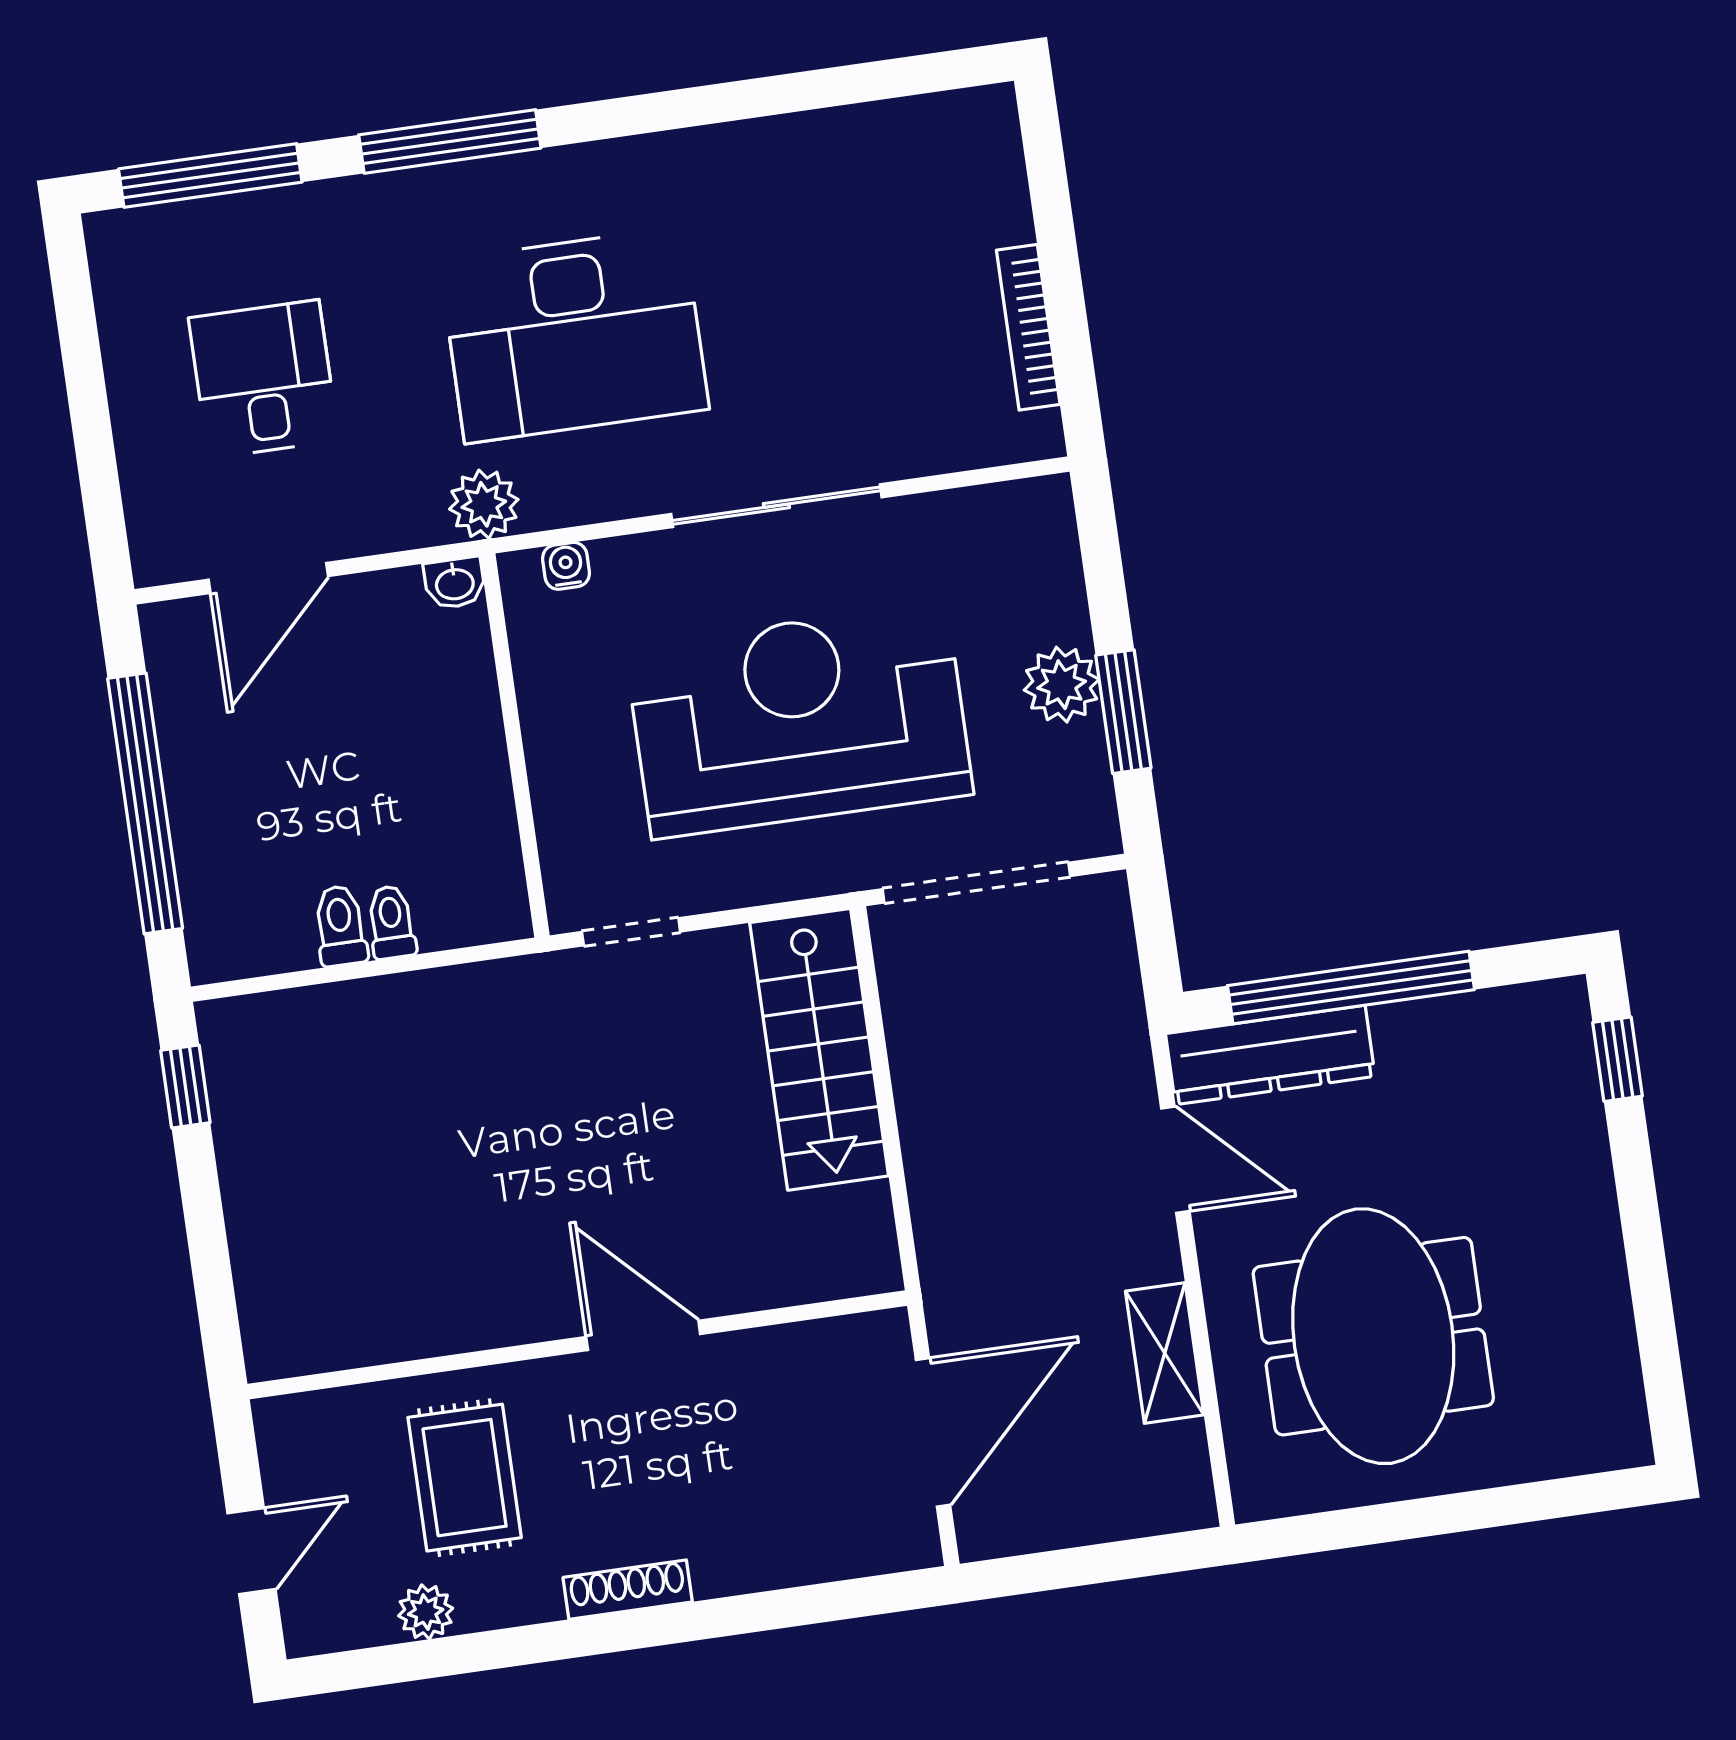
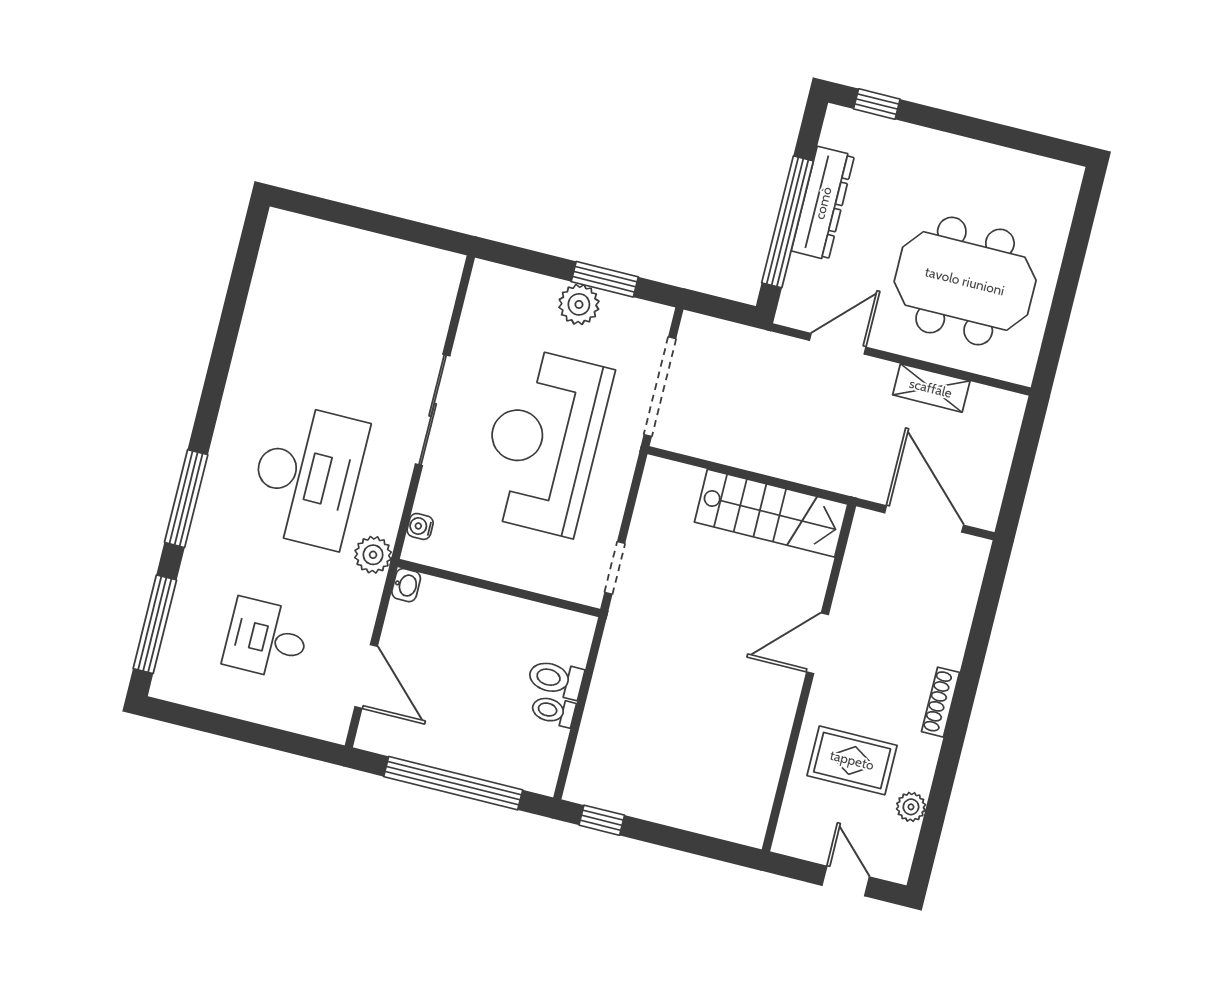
bookcase: (1028, 327) -> (395, 249), removed
toilet: (391, 922) -> (556, 679), width x1.37, depth x1.39
stairs: (819, 1049) -> (771, 513), moved
dresser: (1270, 1055) -> (823, 203), moved

